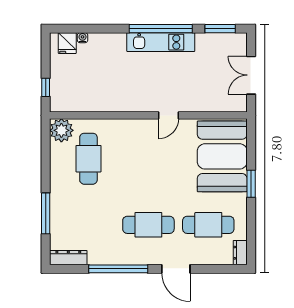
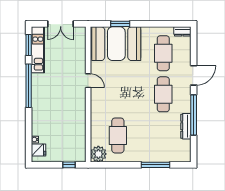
kitchen unit: (161, 42) -> (38, 50), moved
cafe table: (88, 159) -> (118, 135), turned 90
window: (251, 184) -> (120, 24), moved
dresser: (68, 258) -> (186, 126), moved

